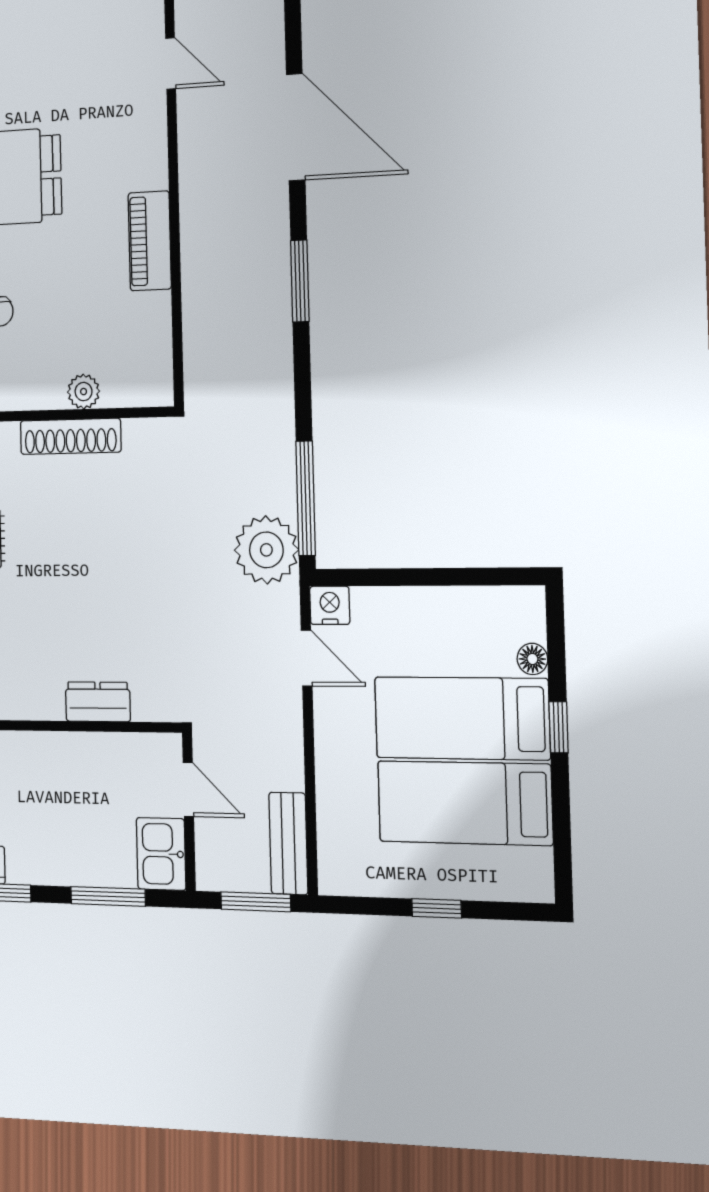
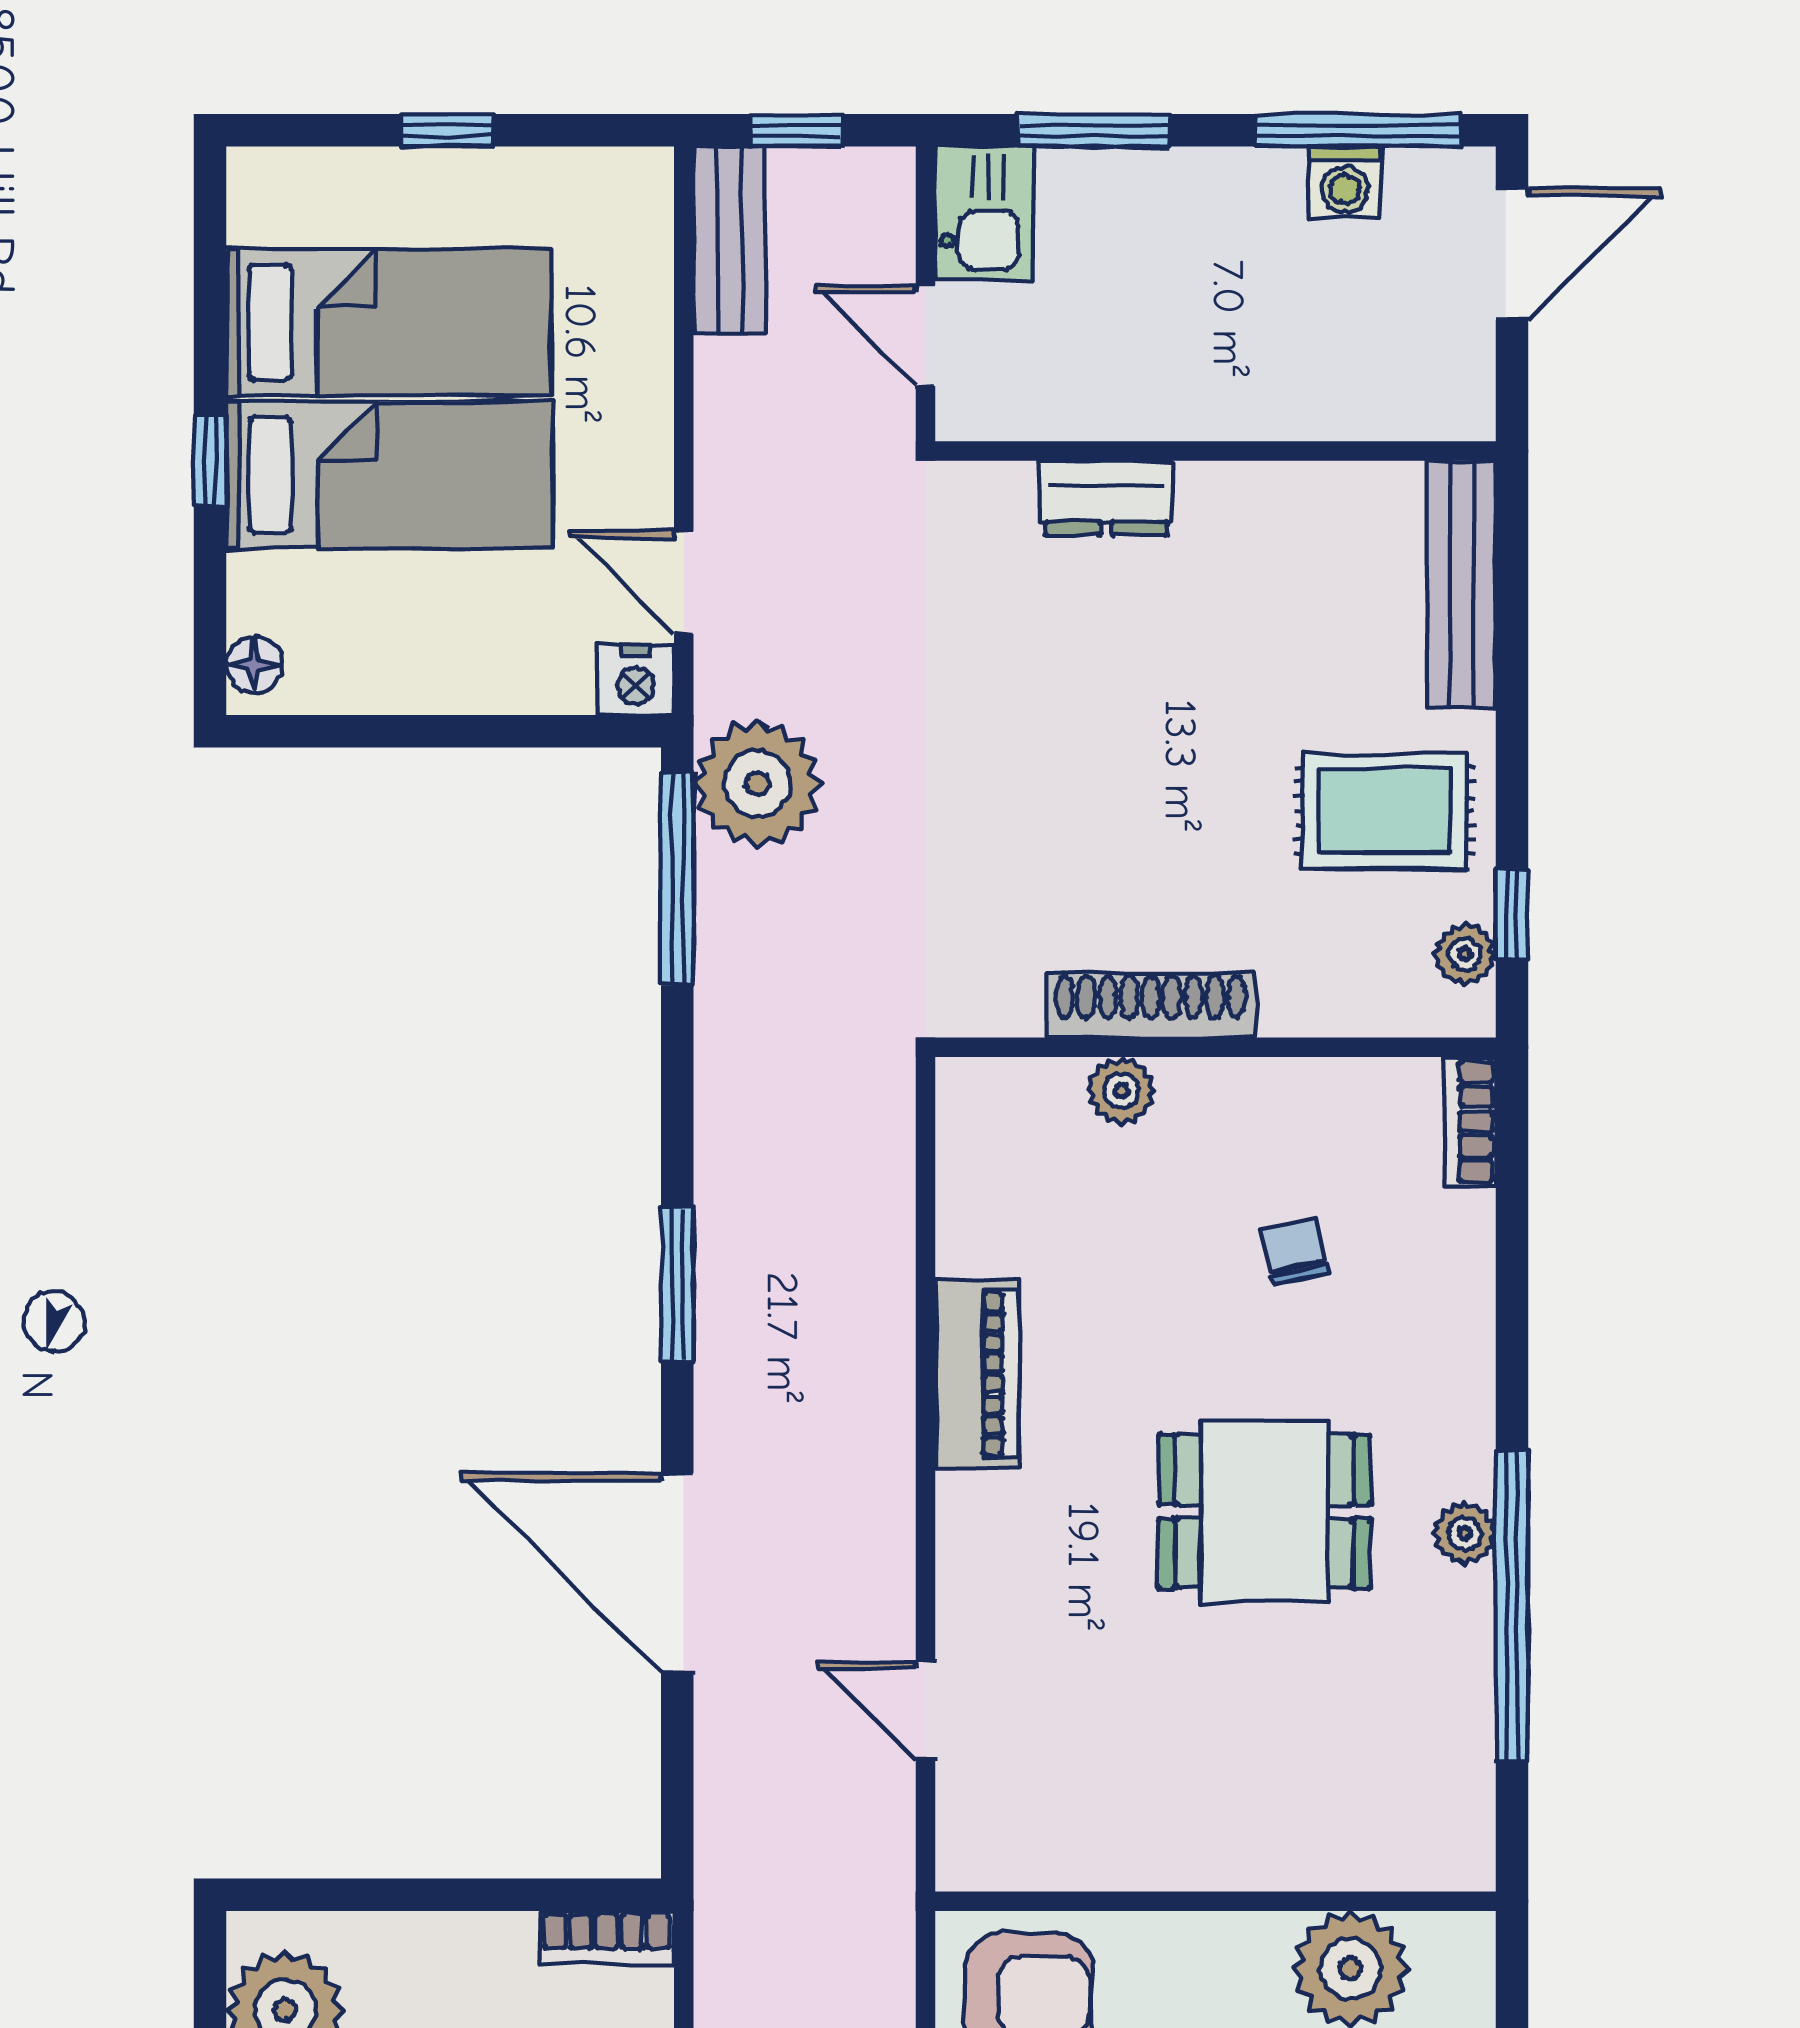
floor lamp: (532, 659) -> (254, 665), moved
window: (256, 902) -> (796, 130), width x0.67

